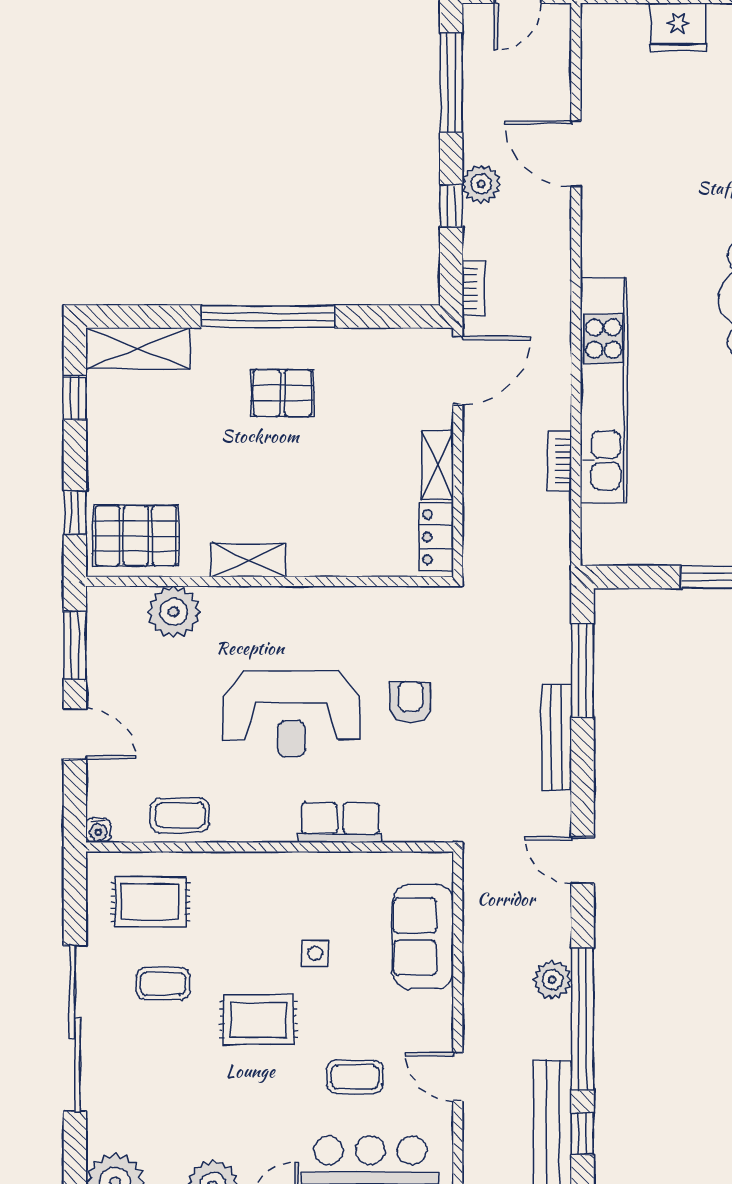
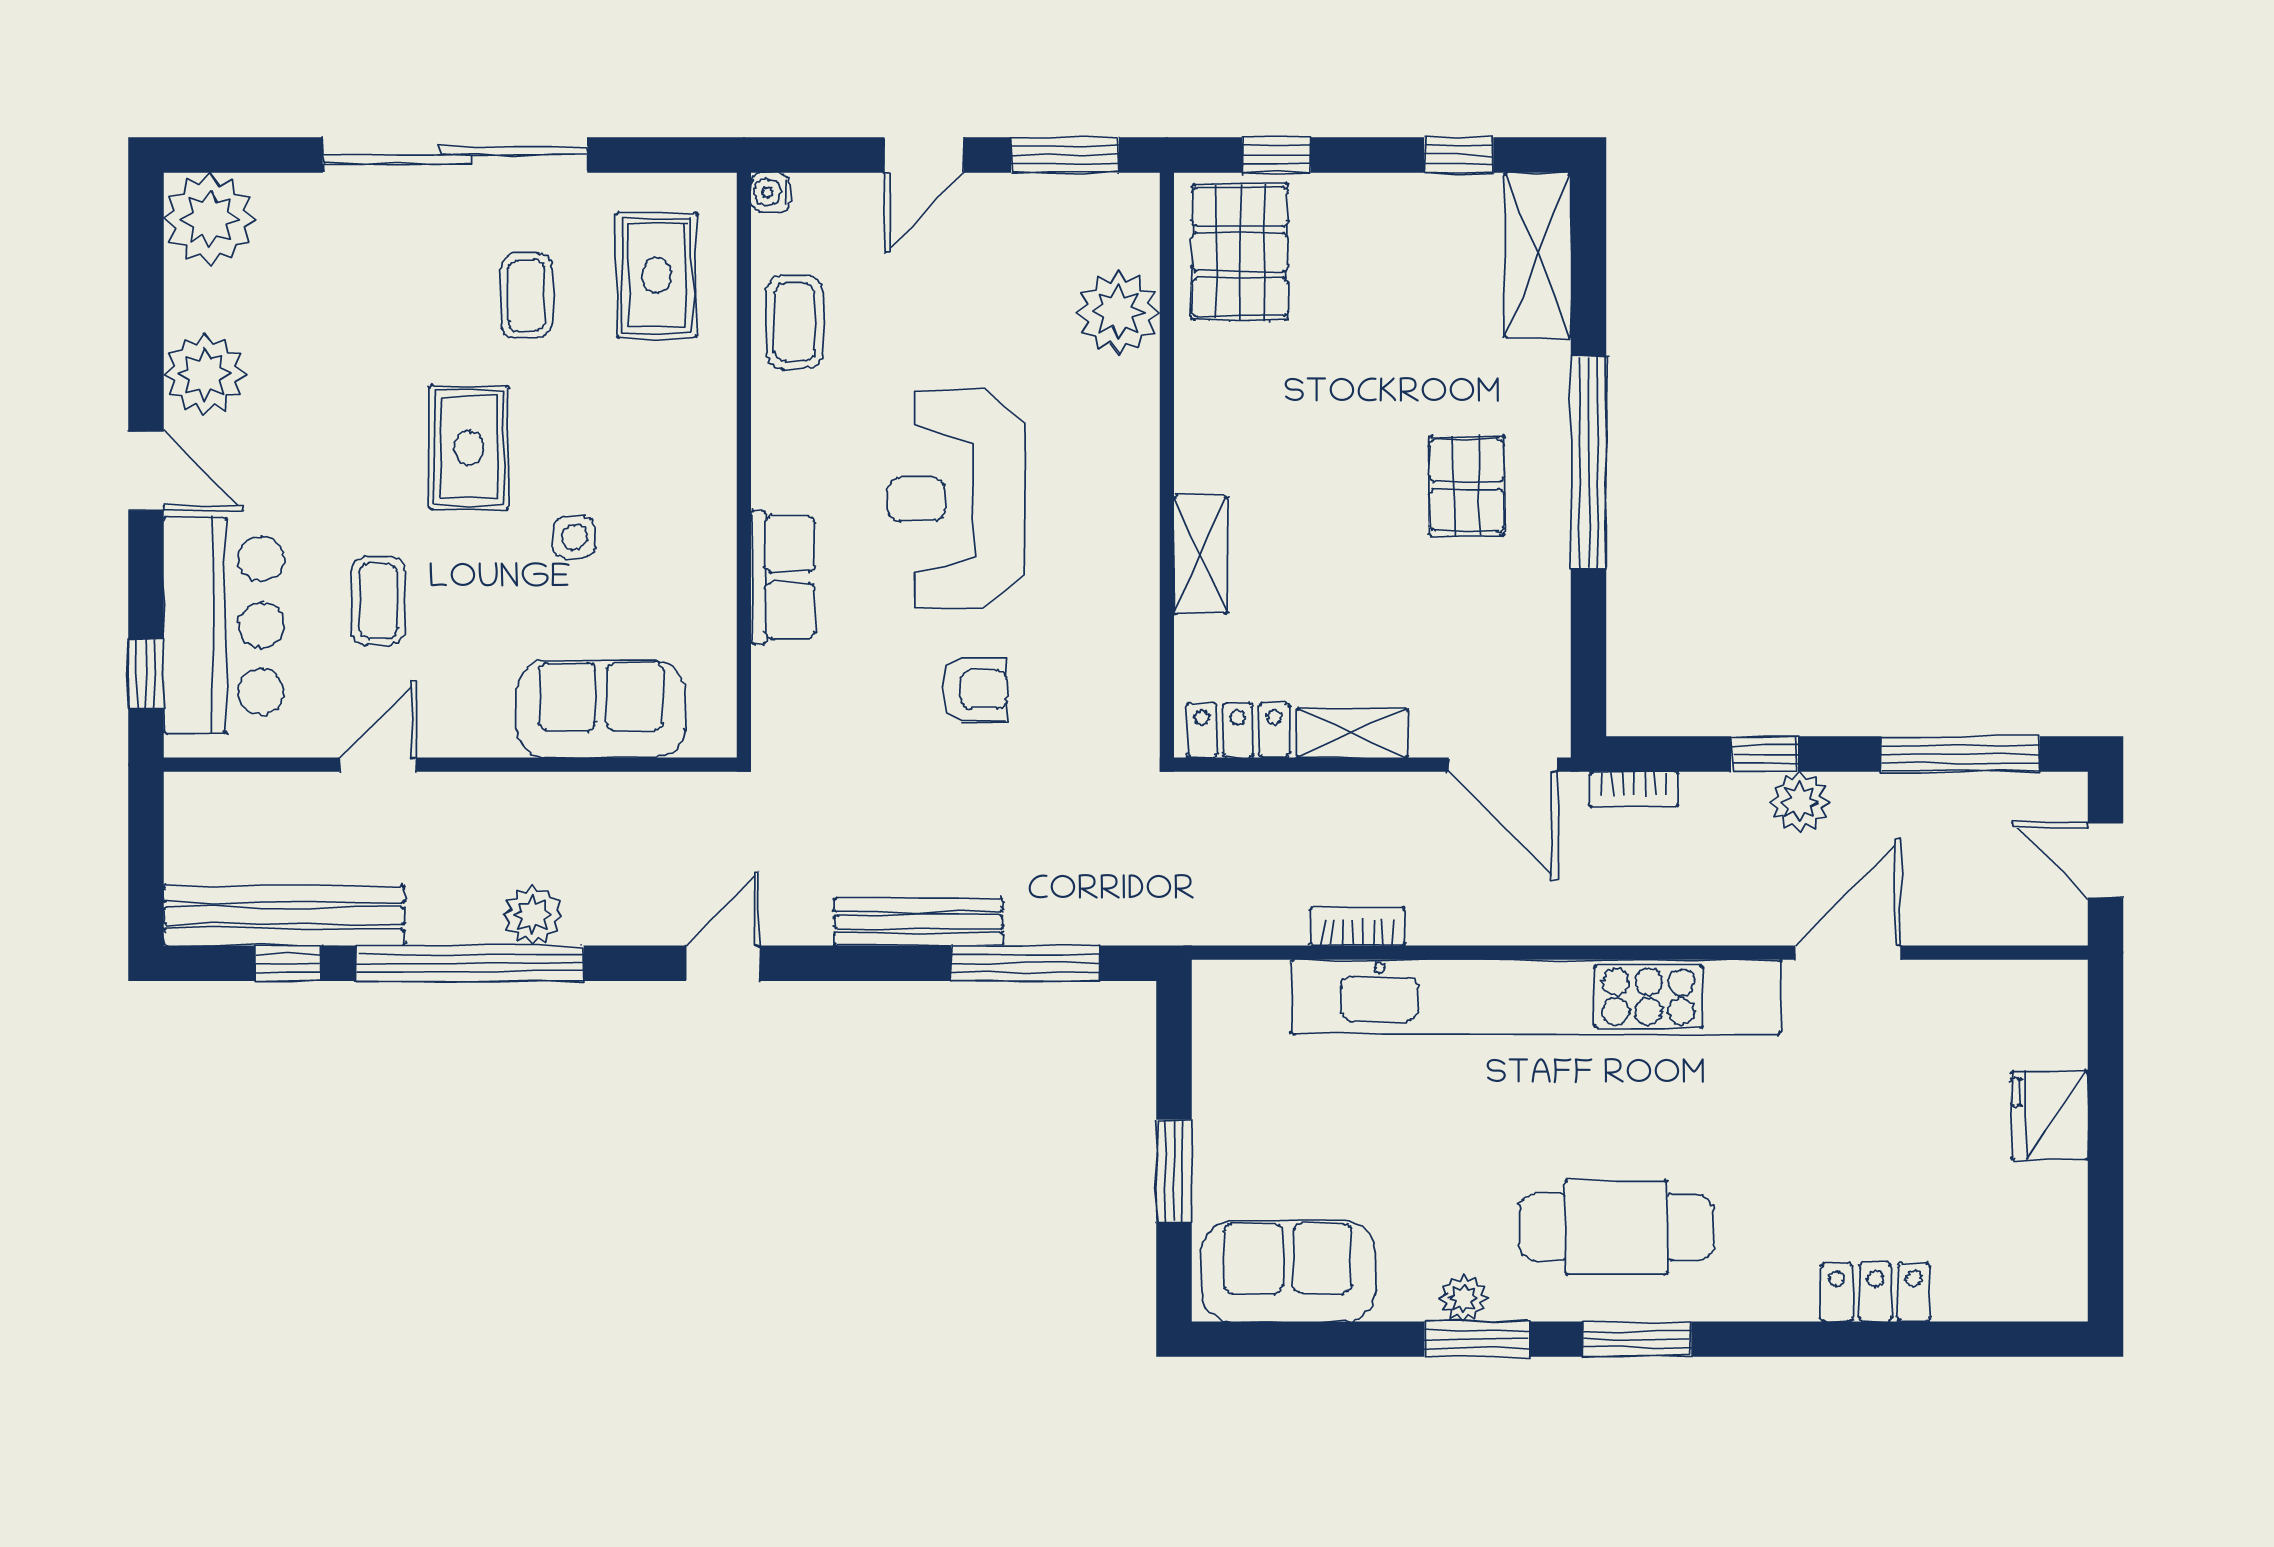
kitchen unit: (604, 390) -> (1536, 997), width x1.36
shelving: (248, 560) -> (1201, 555), moved

